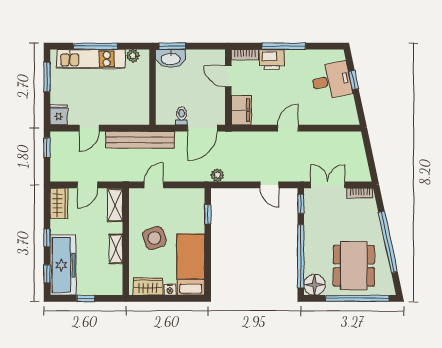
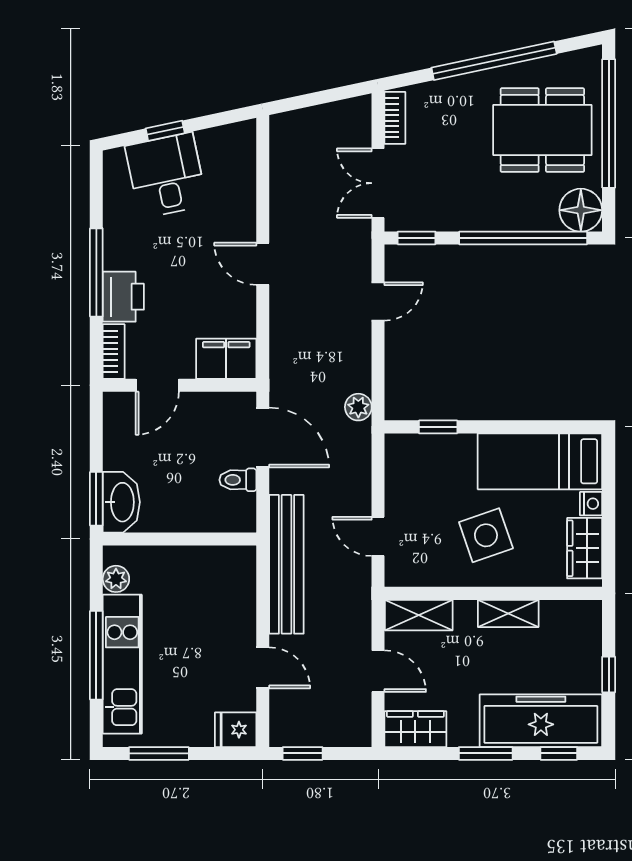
window: (47, 238) -> (486, 753), width x1.50

